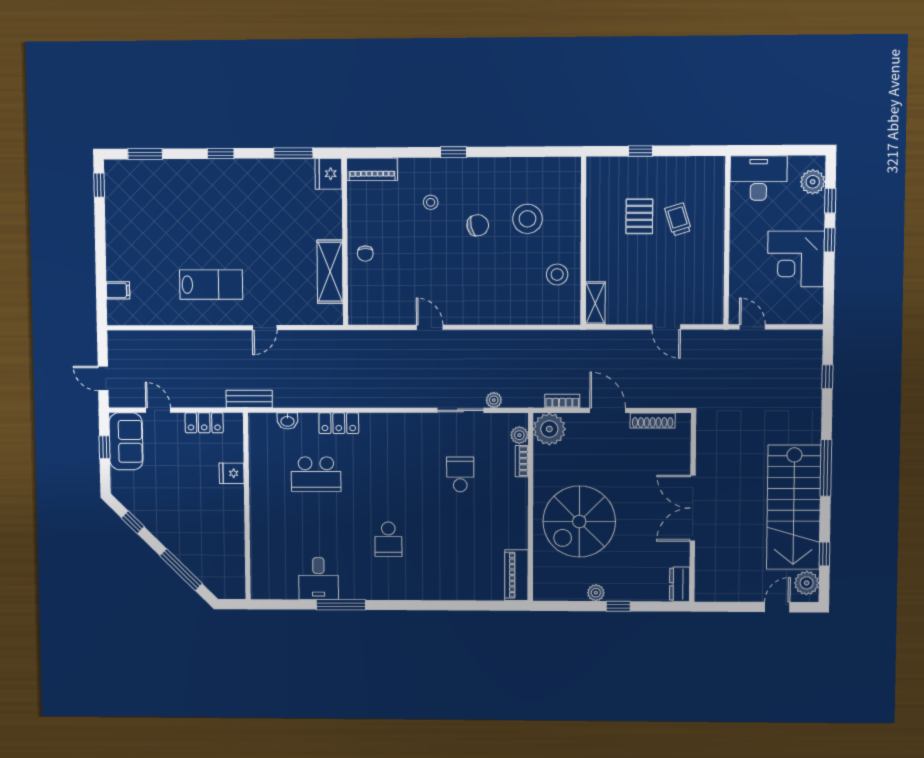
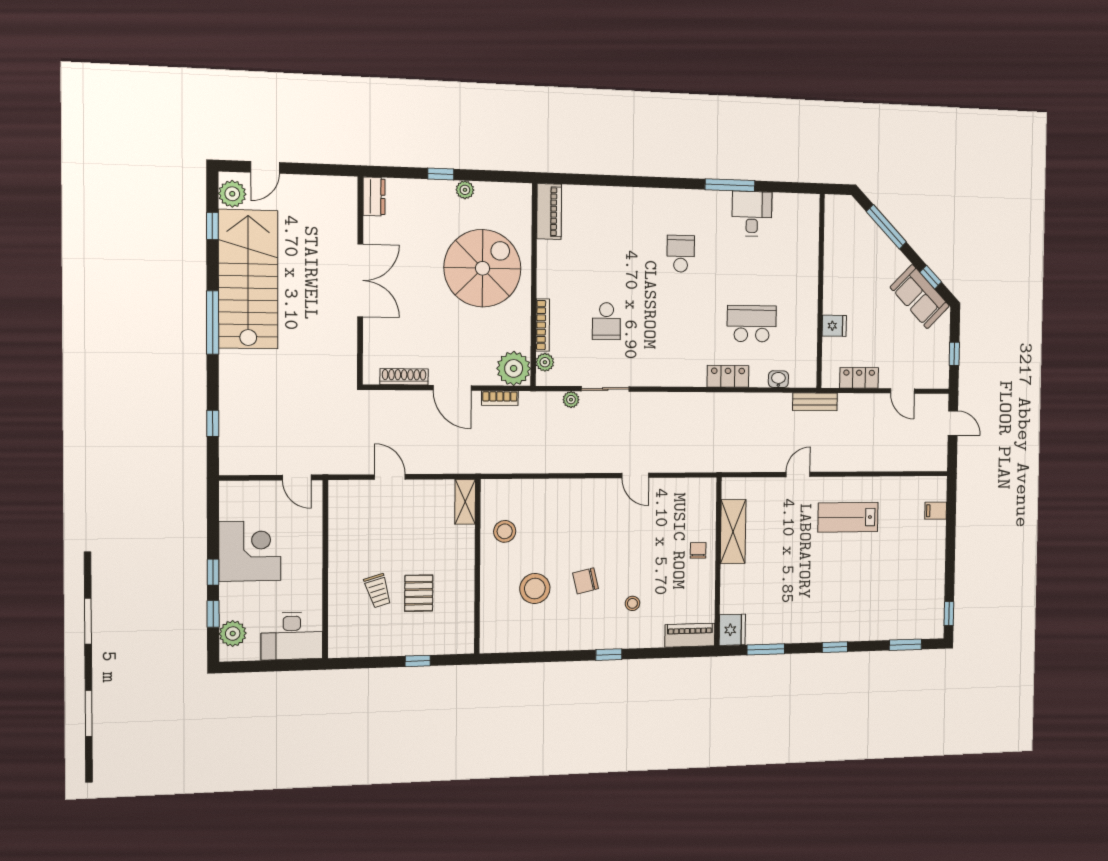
sofa: (126, 441) -> (920, 297), moved, turned -45
bookcase: (522, 461) -> (543, 325), width x1.56

